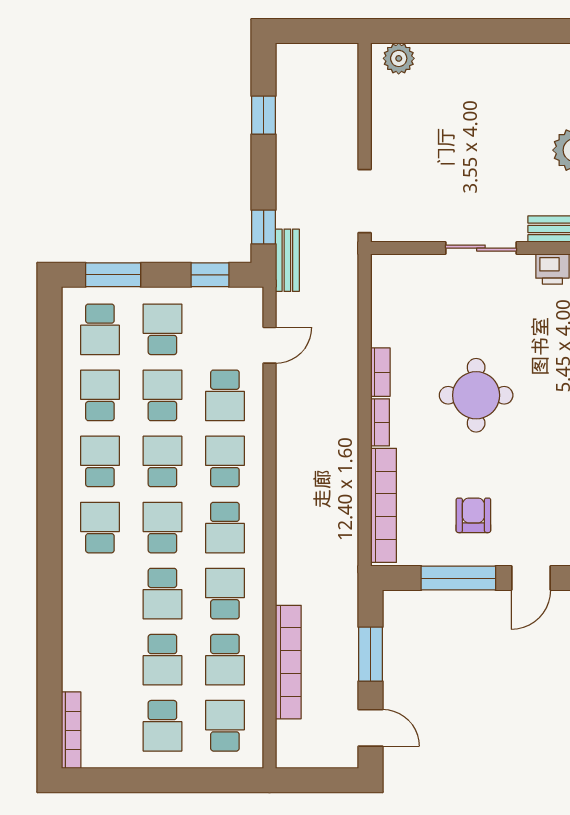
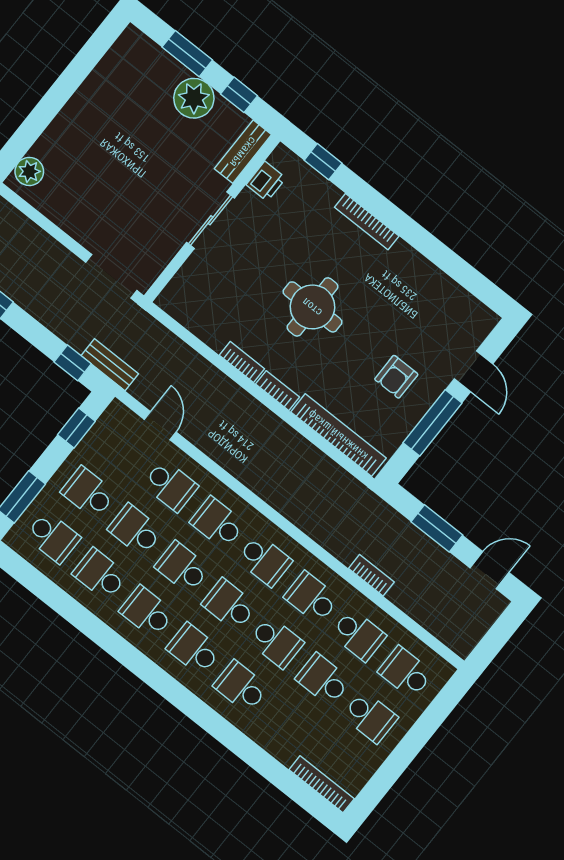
armchair: (473, 515) -> (396, 377), turned -90
school desk: (100, 594) -> (241, 687), added
school desk: (162, 660) -> (323, 679), turned 180
bookcase: (288, 662) -> (371, 575), width x0.43, depth x0.76

